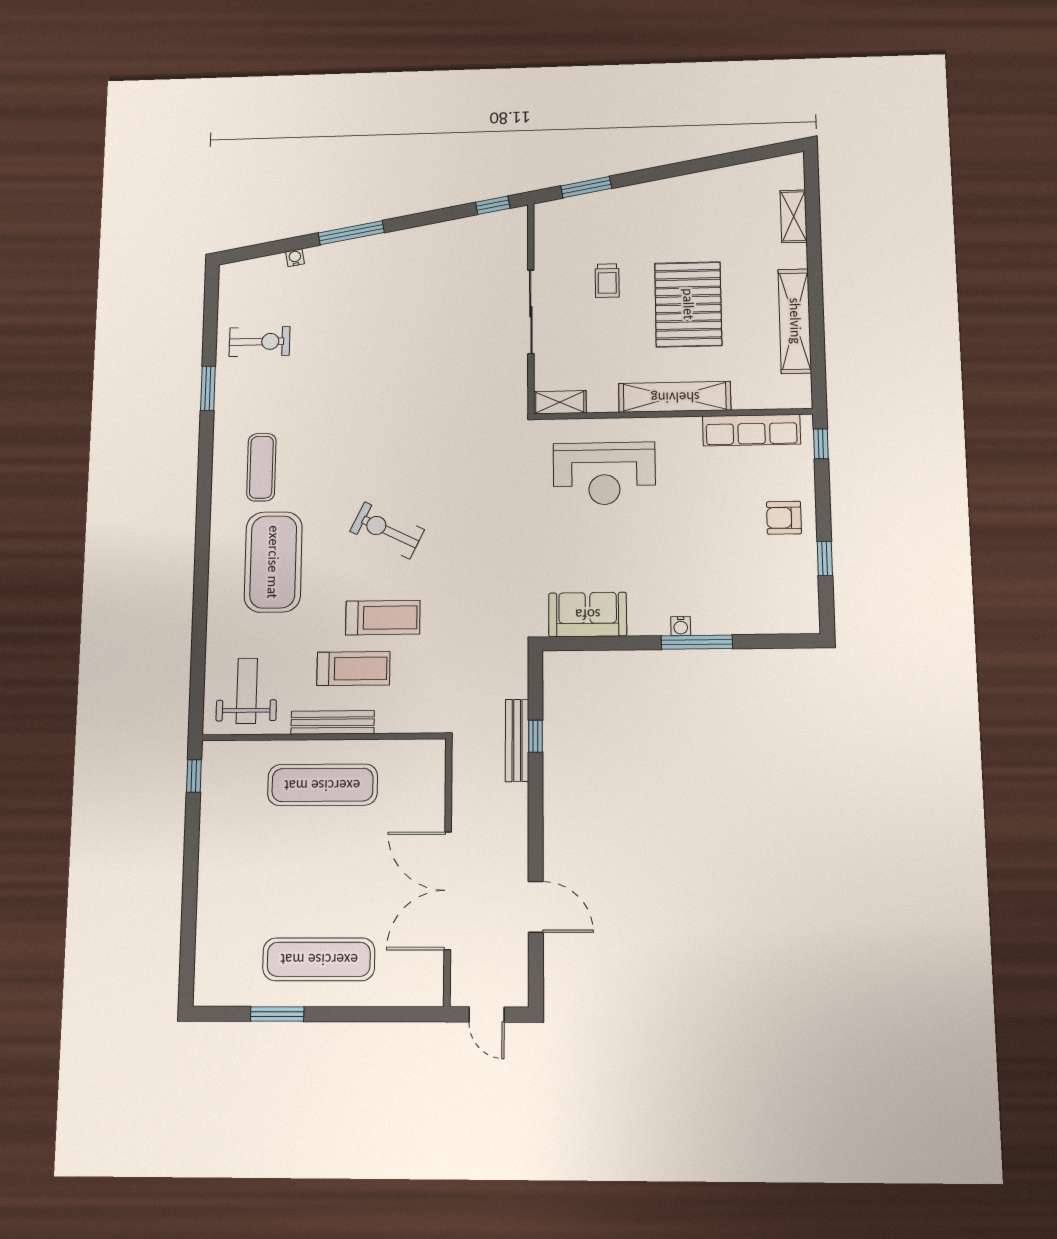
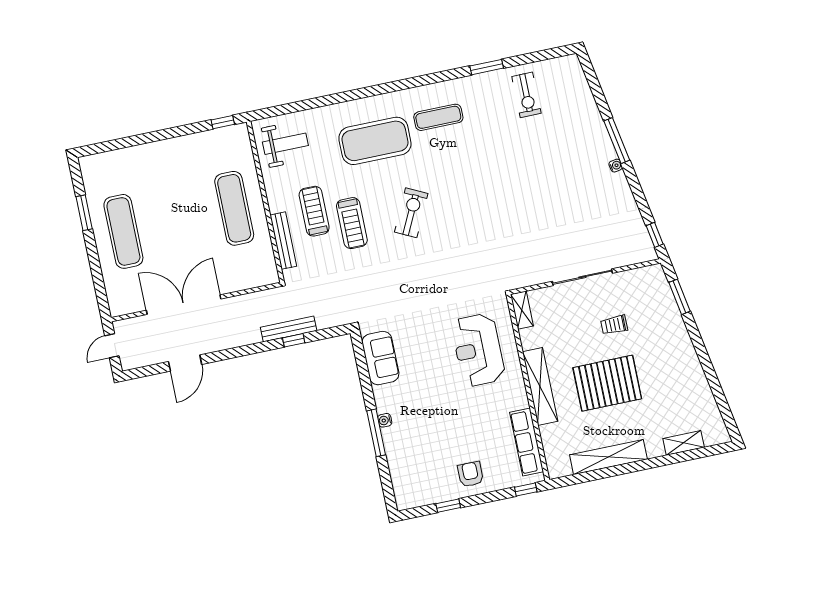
water cooler: (295, 258) -> (616, 166), moved
treadmill: (353, 669) -> (314, 211), turned 180
bench: (333, 722) -> (283, 241), moved

